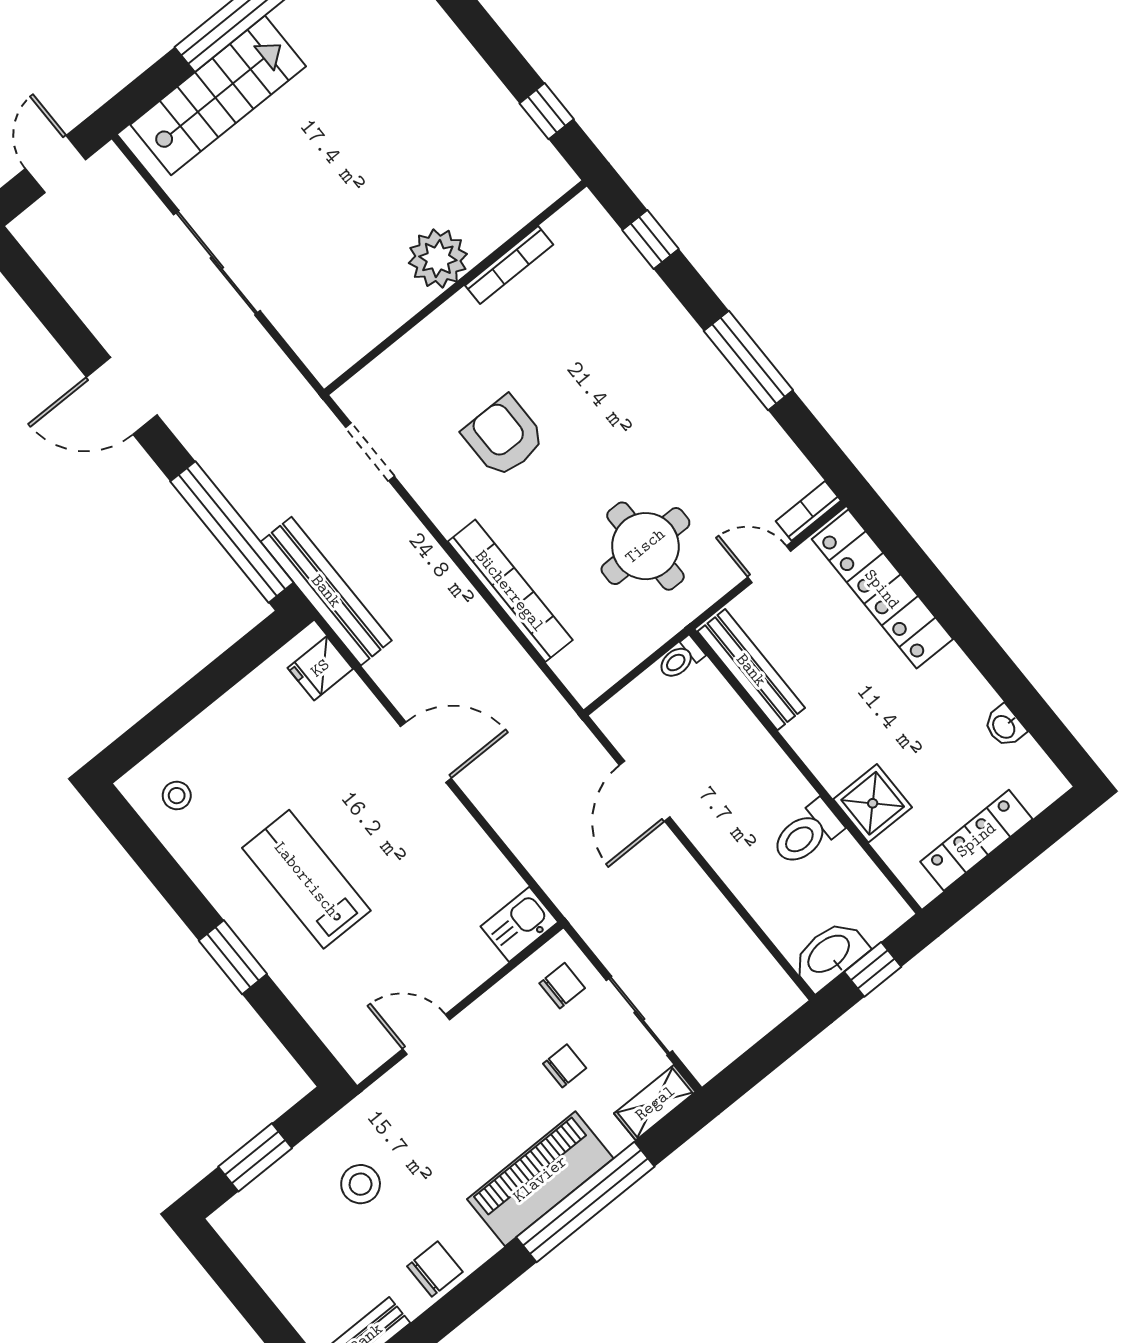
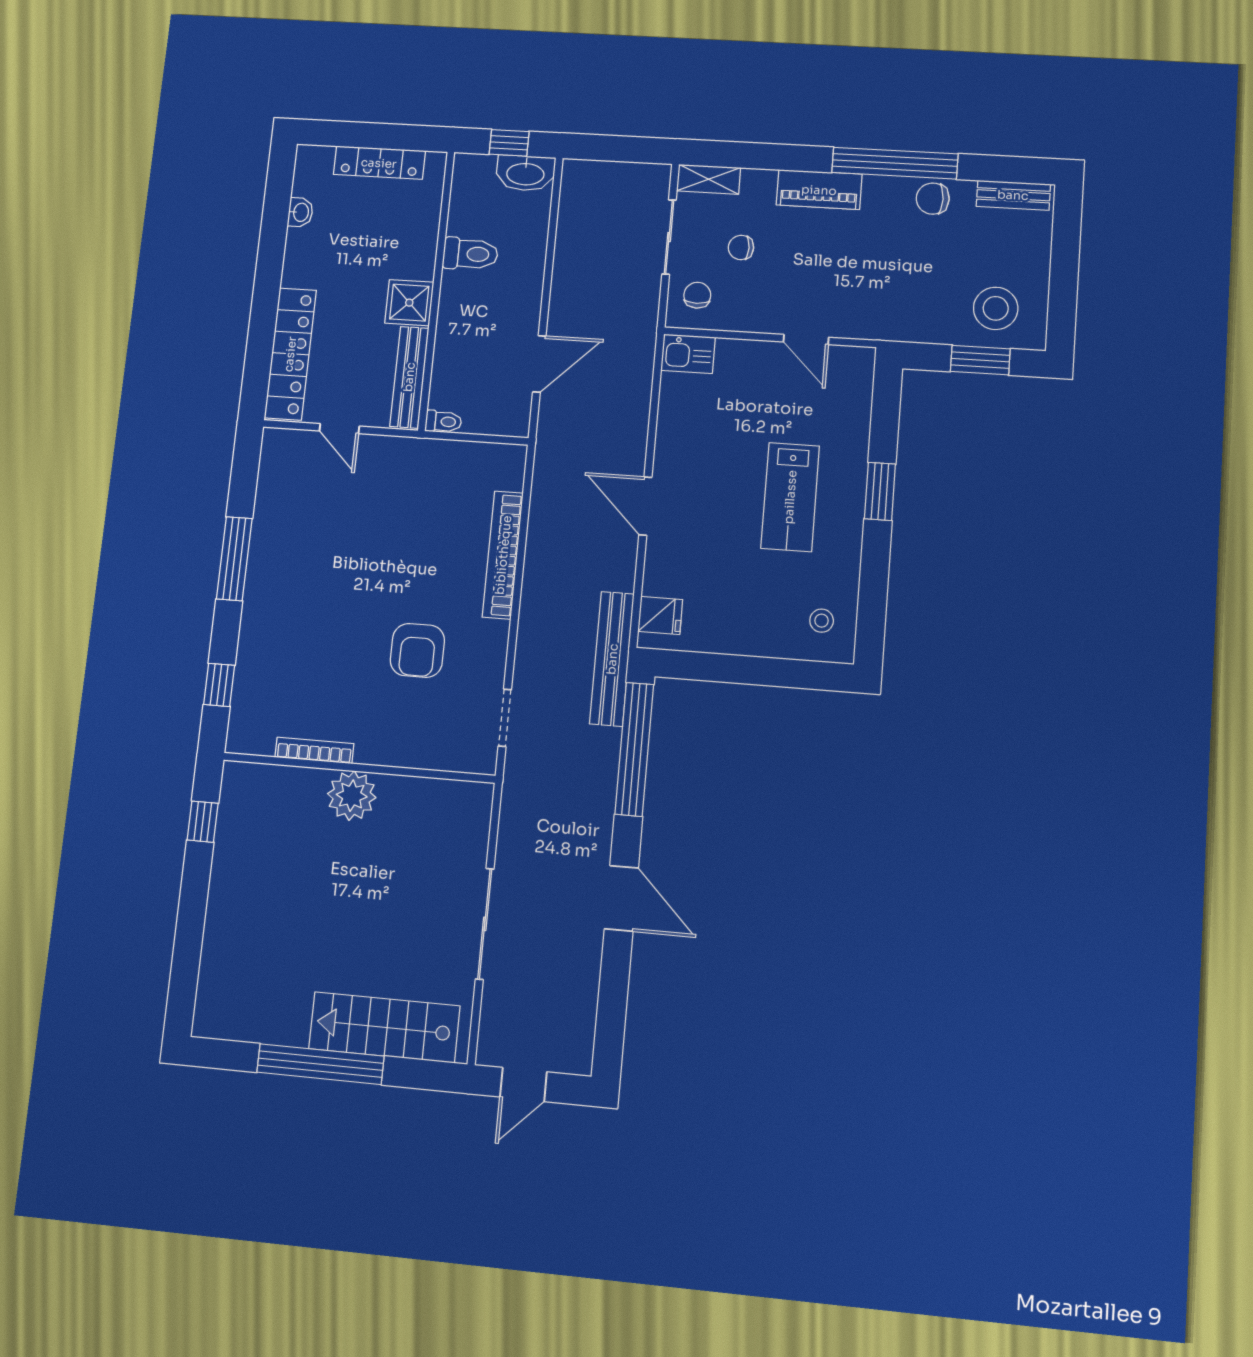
bookcase: (808, 511) -> (287, 438), removed
round table: (645, 546) -> (399, 506), removed
shower: (873, 803) -> (409, 303), moved
chair: (562, 986) -> (697, 295), turned 90
piano: (540, 1179) -> (819, 190), width x0.73, depth x0.75
stool: (361, 1184) -> (996, 308), moved, width x1.38, depth x1.38
window: (585, 1202) -> (895, 163), moved

